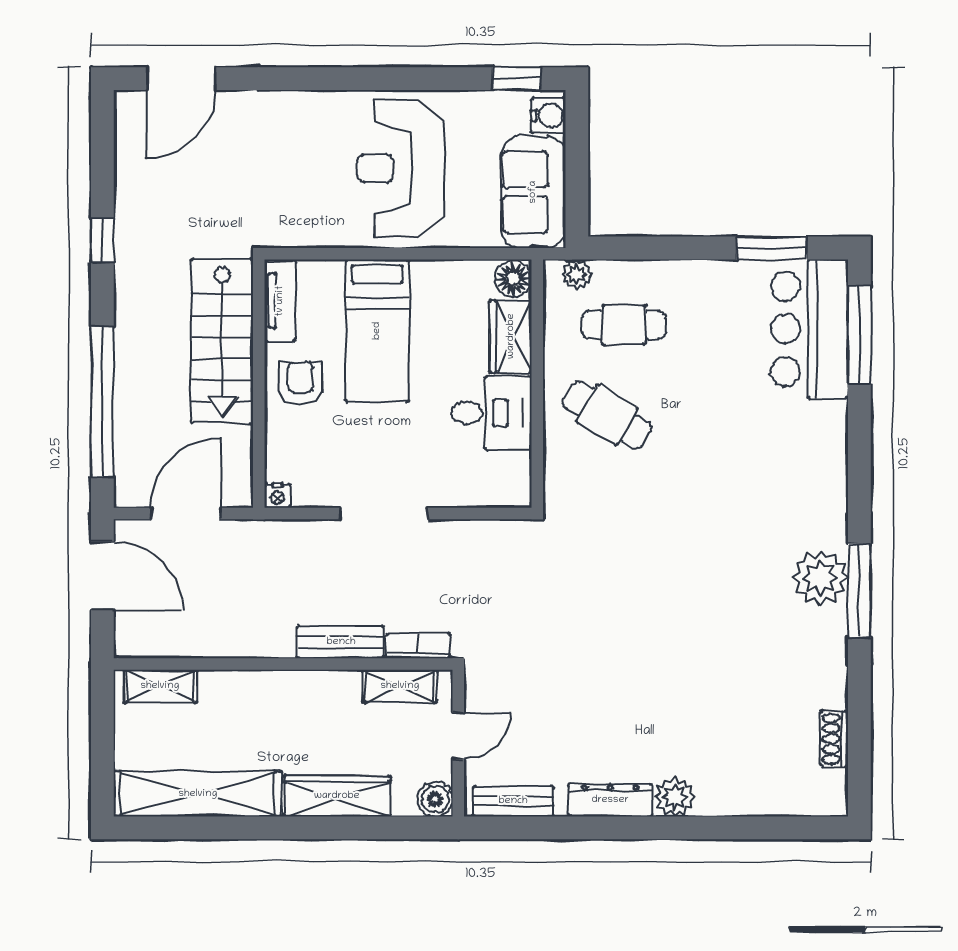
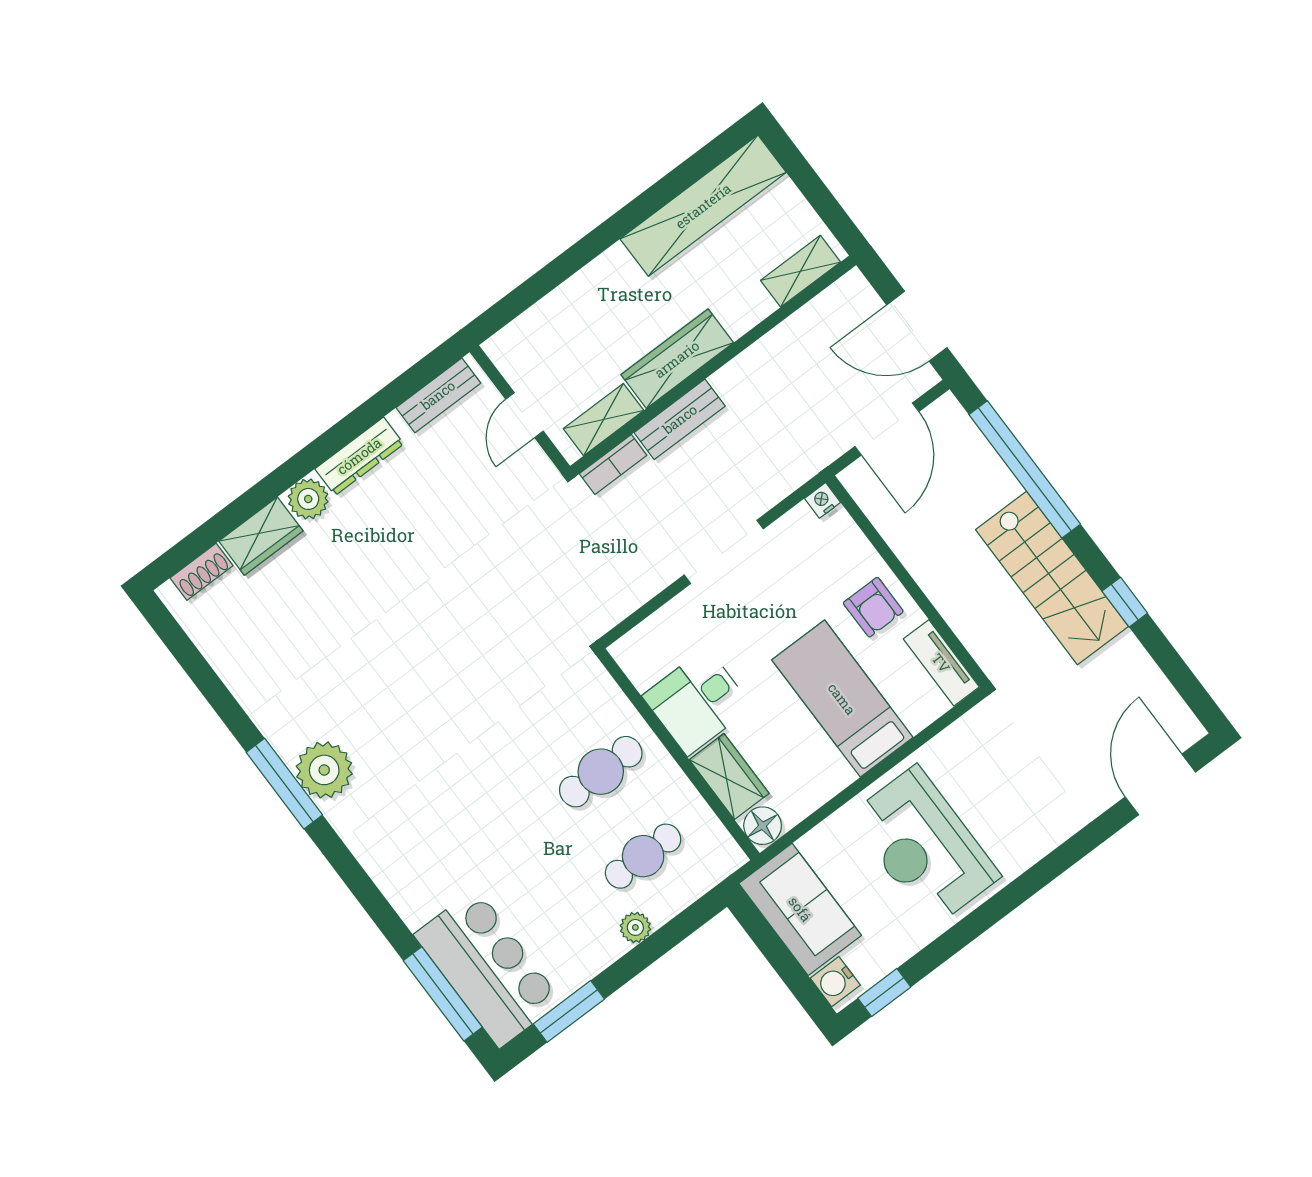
reception desk: (400, 168) -> (924, 846), turned 180
plant: (577, 274) -> (635, 927), moved
stairs: (222, 341) -> (1052, 578), moved, turned 180
cafe table: (607, 415) -> (601, 772), turned -31
shoe rack: (834, 739) -> (202, 572), moved, turned 90
wardrobe: (337, 796) -> (677, 359), moved, turned 180
wardrobe: (733, 796) -> (261, 536), added
boiler: (435, 799) -> (504, 349), removed

